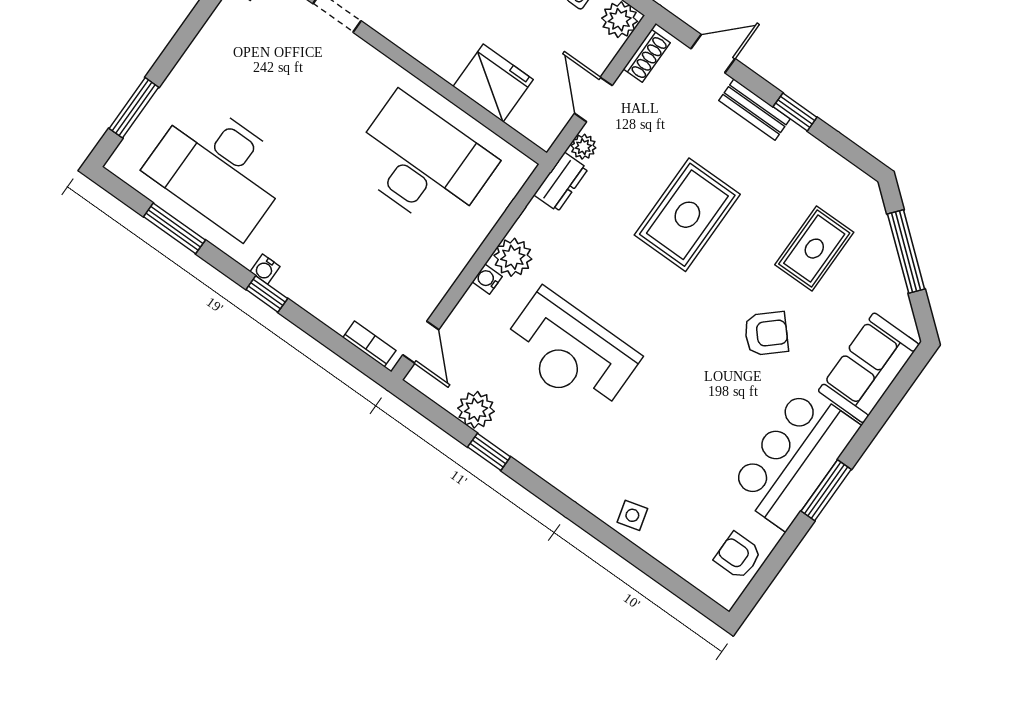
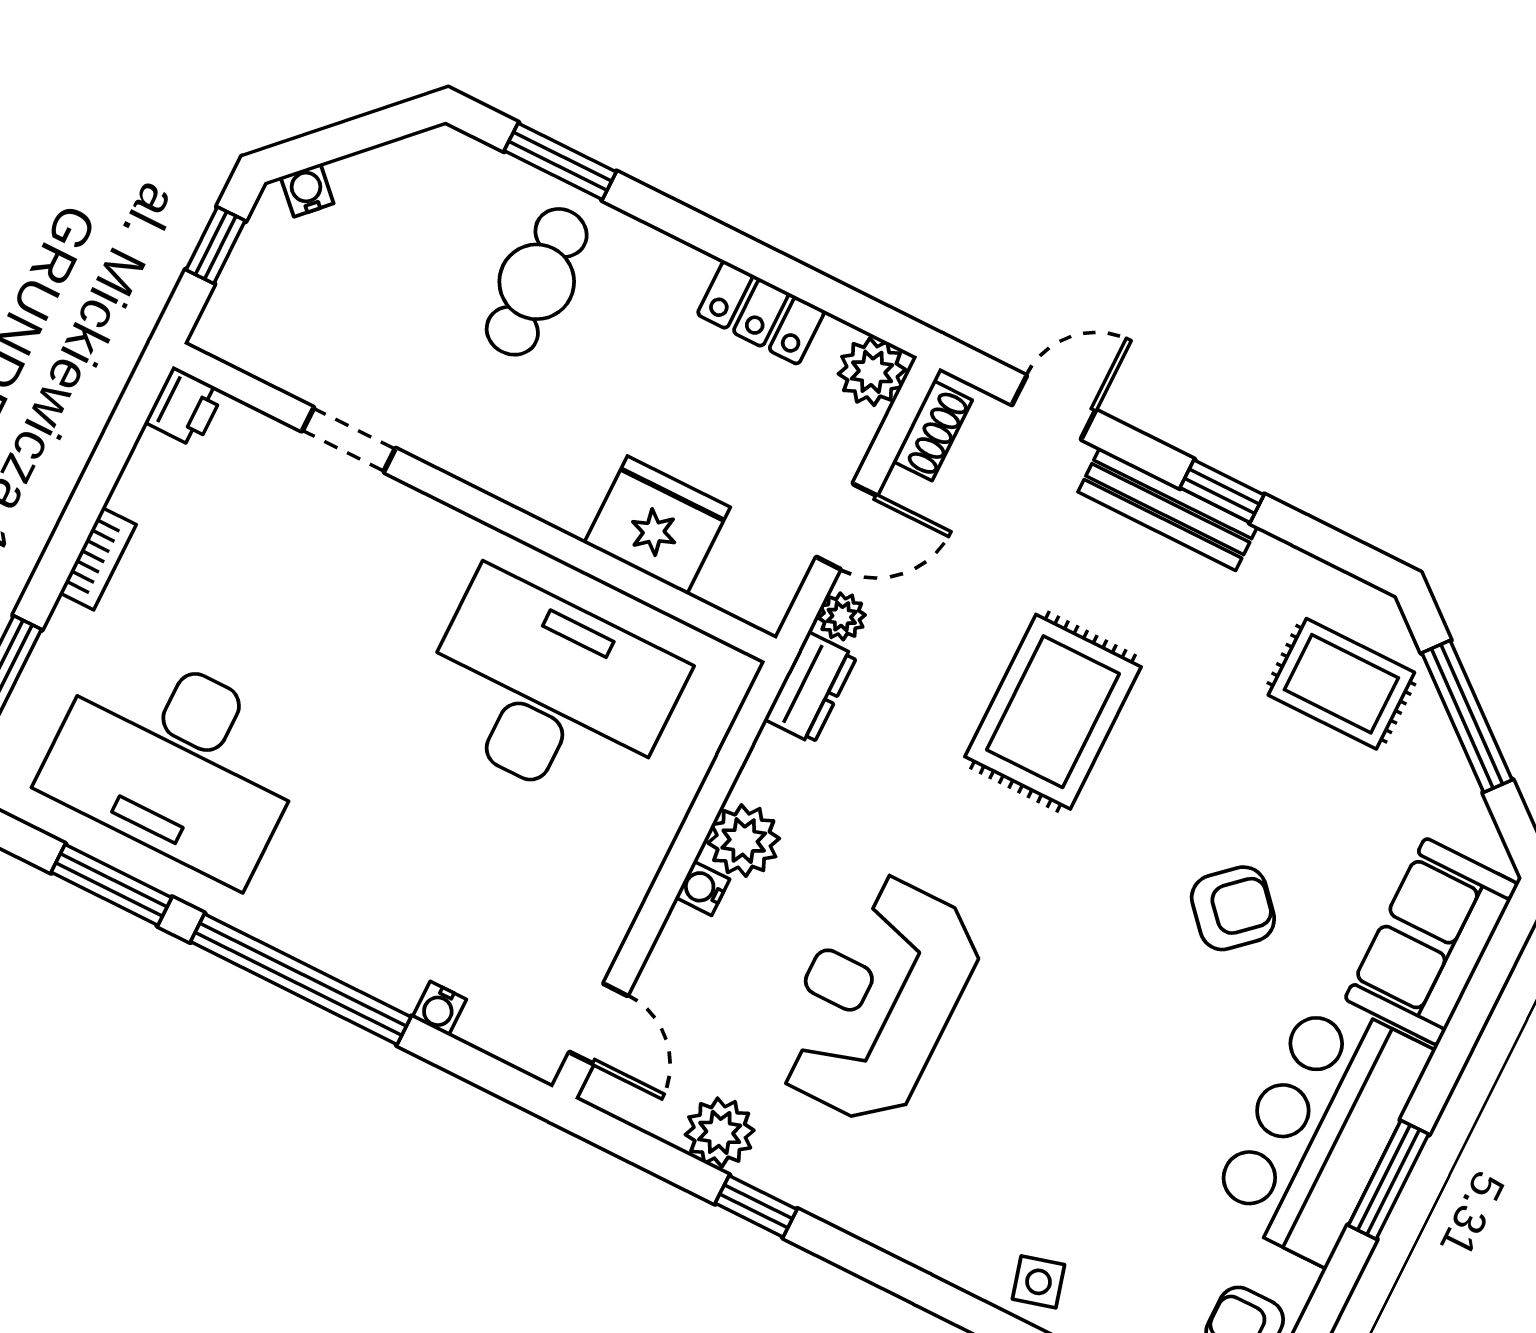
door: (593, 99) -> (847, 526), swing flipped
bench: (755, 110) -> (1168, 509), width x1.36
rug: (814, 249) -> (1341, 684), moved, turned 90
water cooler: (265, 269) -> (439, 1008), moved
window: (267, 294) -> (301, 979), width x3.17
bookcase: (369, 344) -> (98, 559), moved, turned 90
reception desk: (570, 352) -> (877, 999), turned 90

